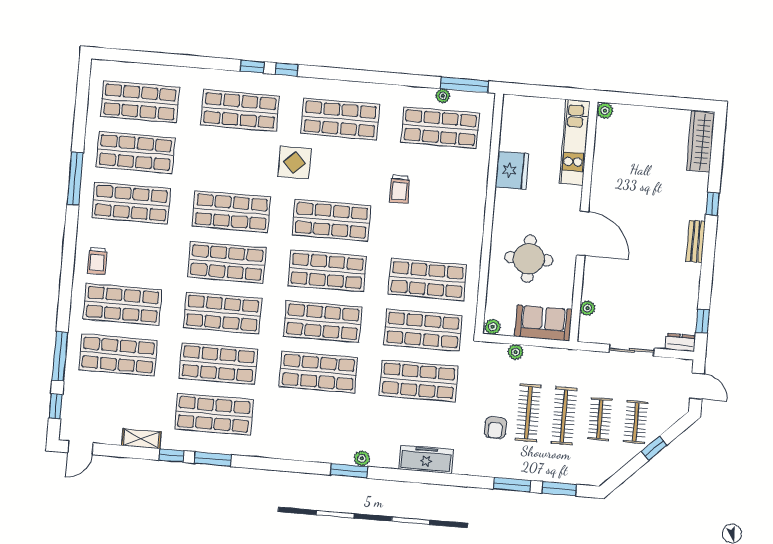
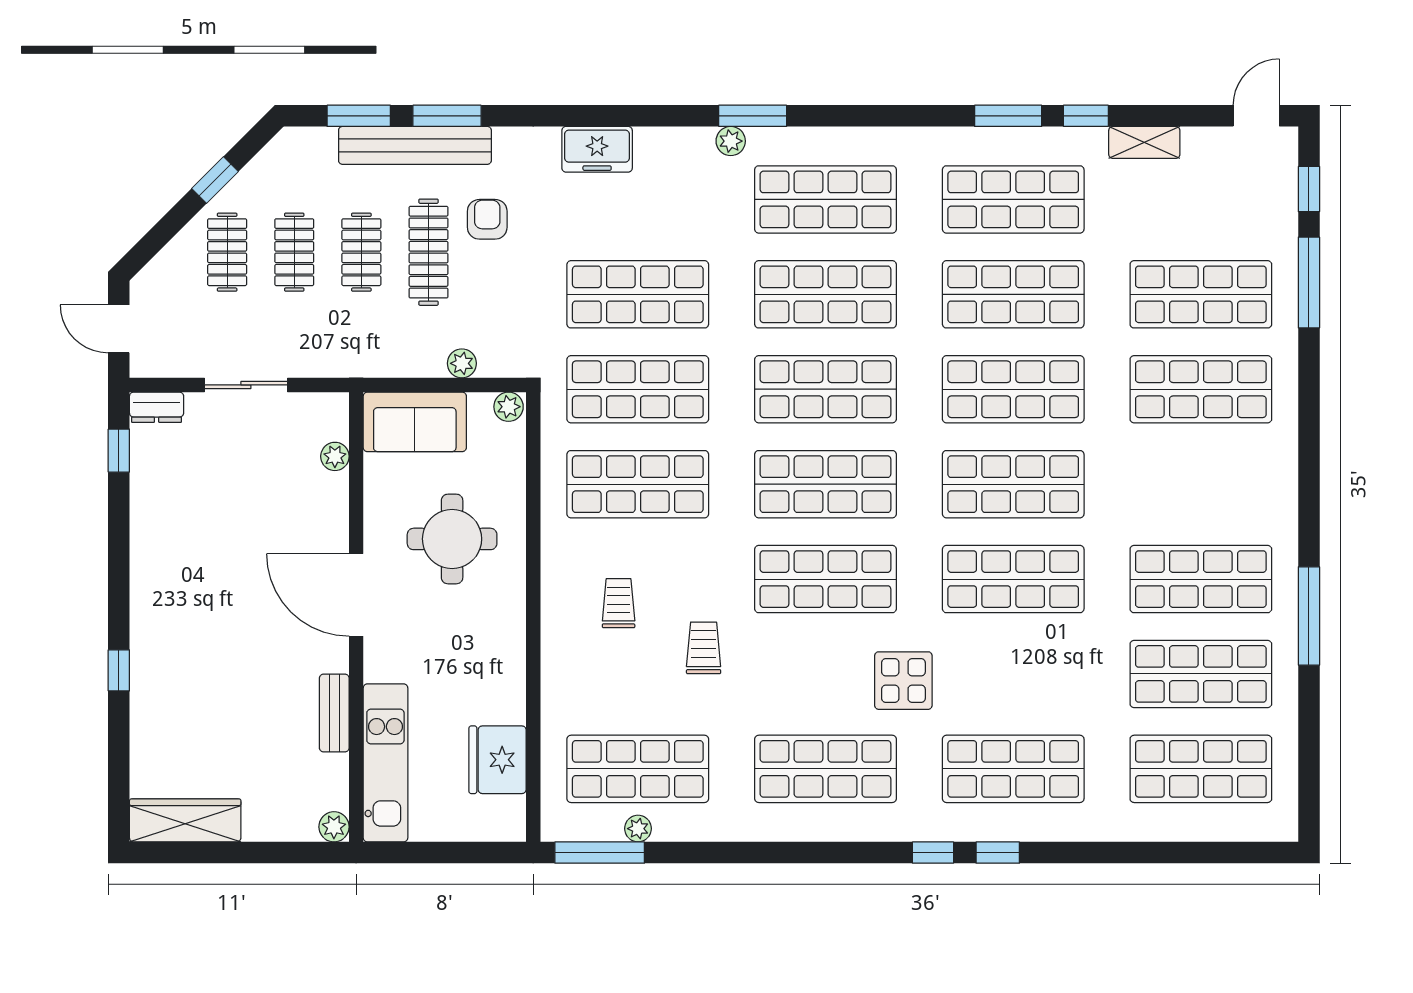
wardrobe: (701, 142) -> (185, 820), moved, turned -90
fridge: (512, 170) -> (498, 760), moved
bench: (696, 241) -> (334, 713), moved
trolley: (97, 261) -> (619, 603), moved
clothes rail: (564, 416) -> (361, 252), width x0.73
shop shelf: (314, 423) -> (825, 199), added
window: (654, 448) -> (215, 180), moved
freezer: (426, 459) -> (597, 149), width x0.71
bench: (531, 470) -> (415, 145), added

